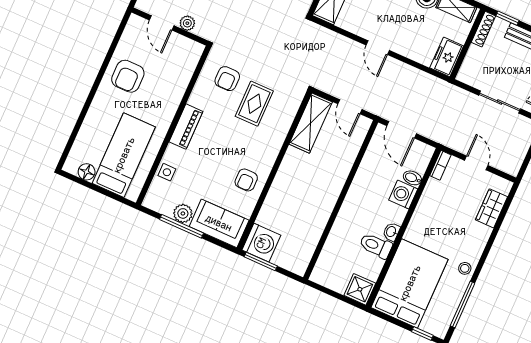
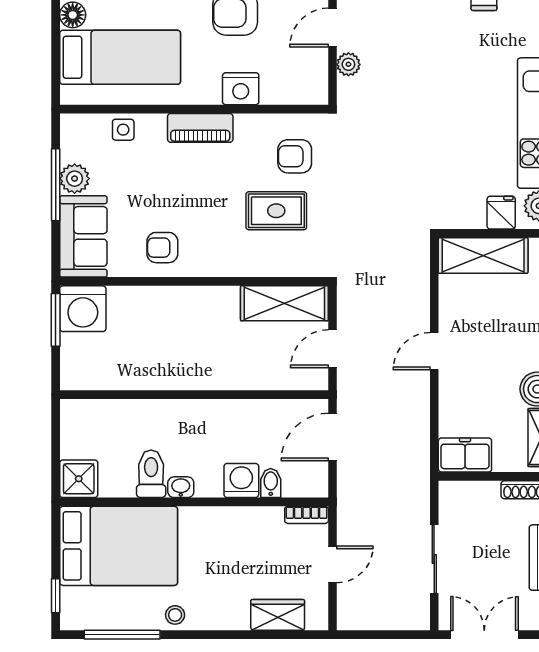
nightstand: (174, 93) -> (241, 89), added

